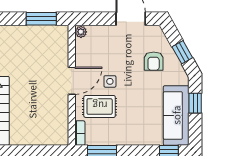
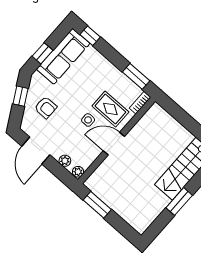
plant: (99, 31) -> (65, 161), added
armchair: (154, 61) -> (46, 107), turned 90

